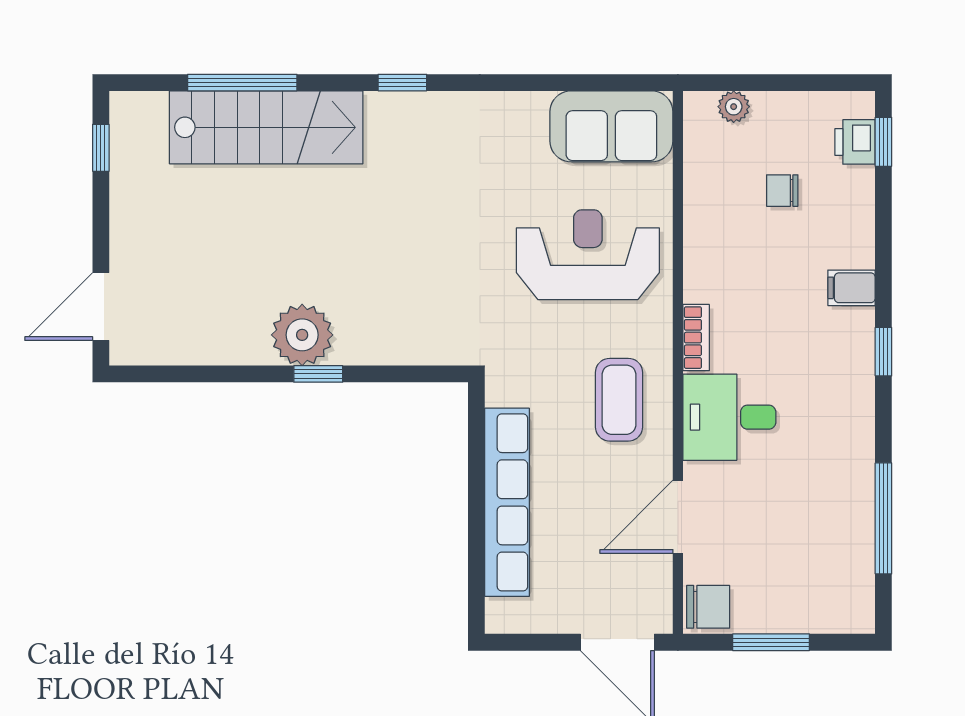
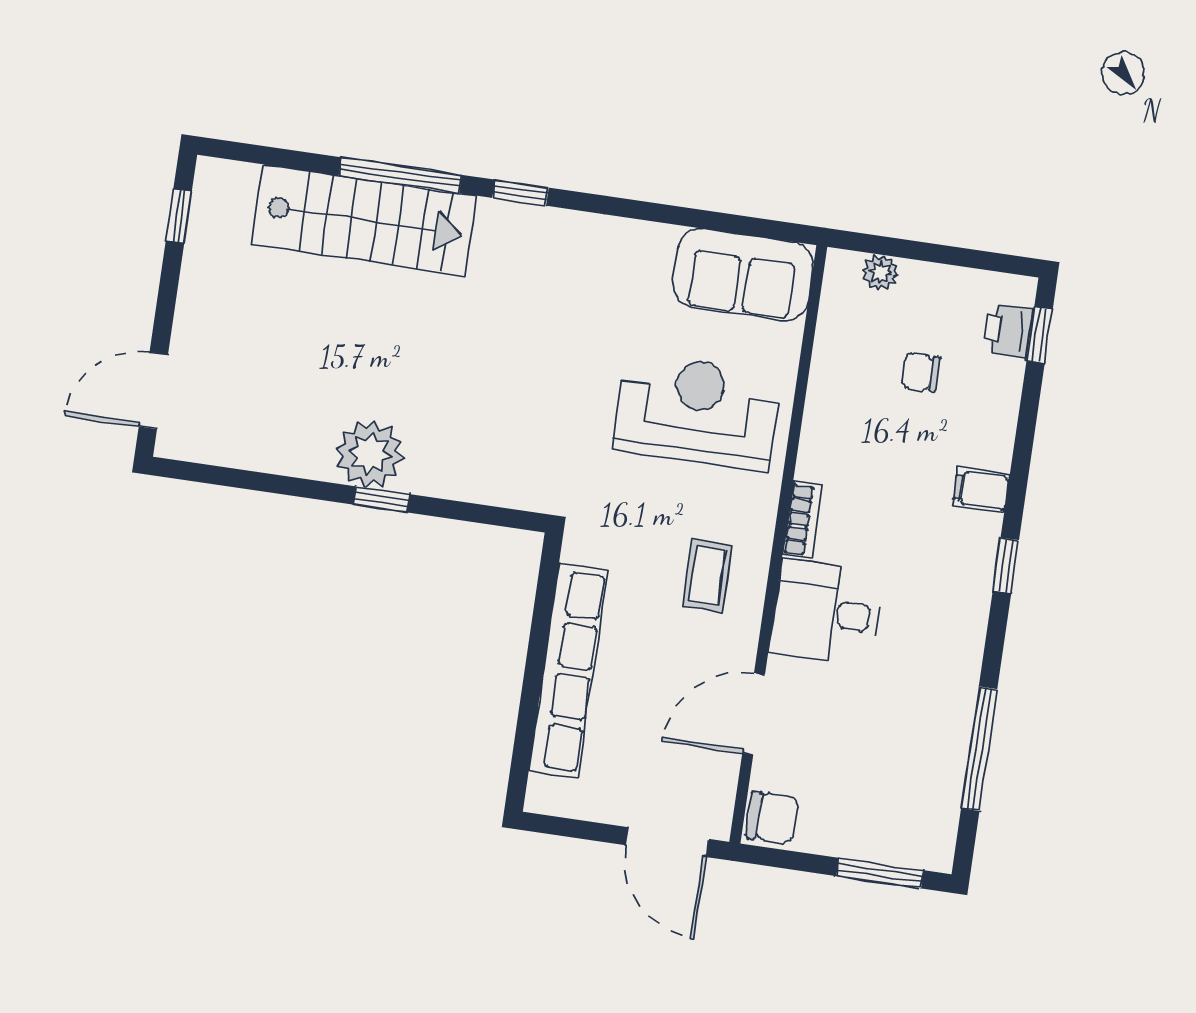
window: (242, 83) -> (400, 175), moved
coffee table: (619, 400) -> (708, 576), width x0.73, depth x0.77
window: (771, 642) -> (880, 873), moved

